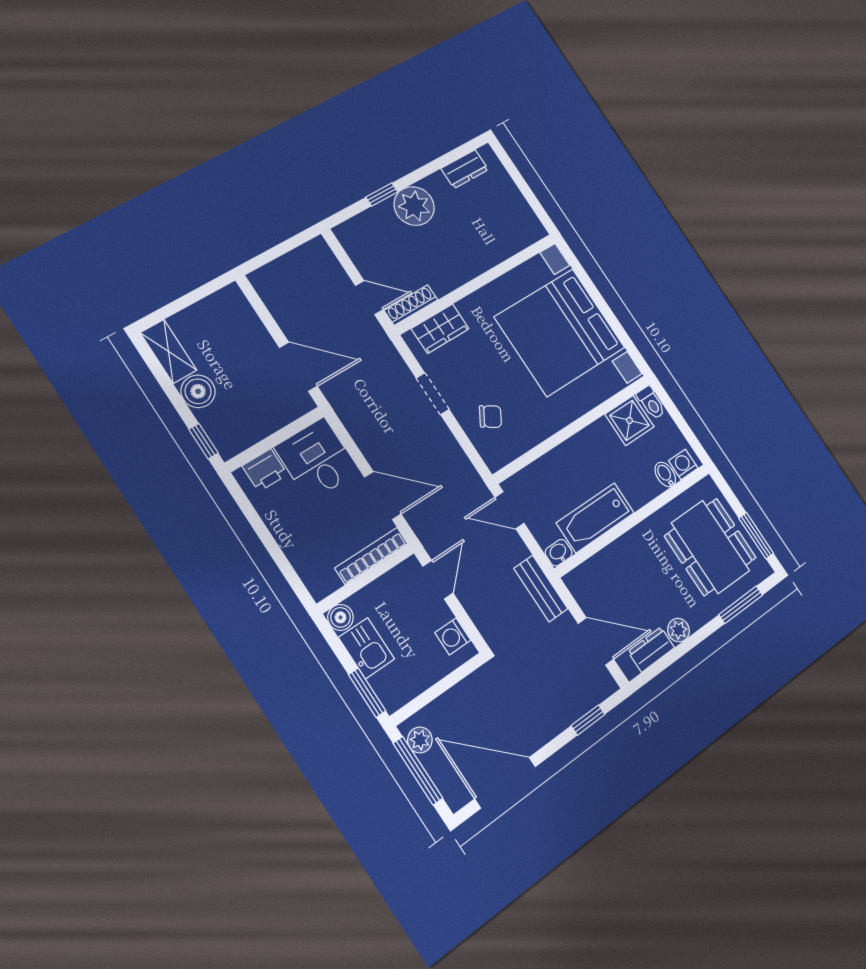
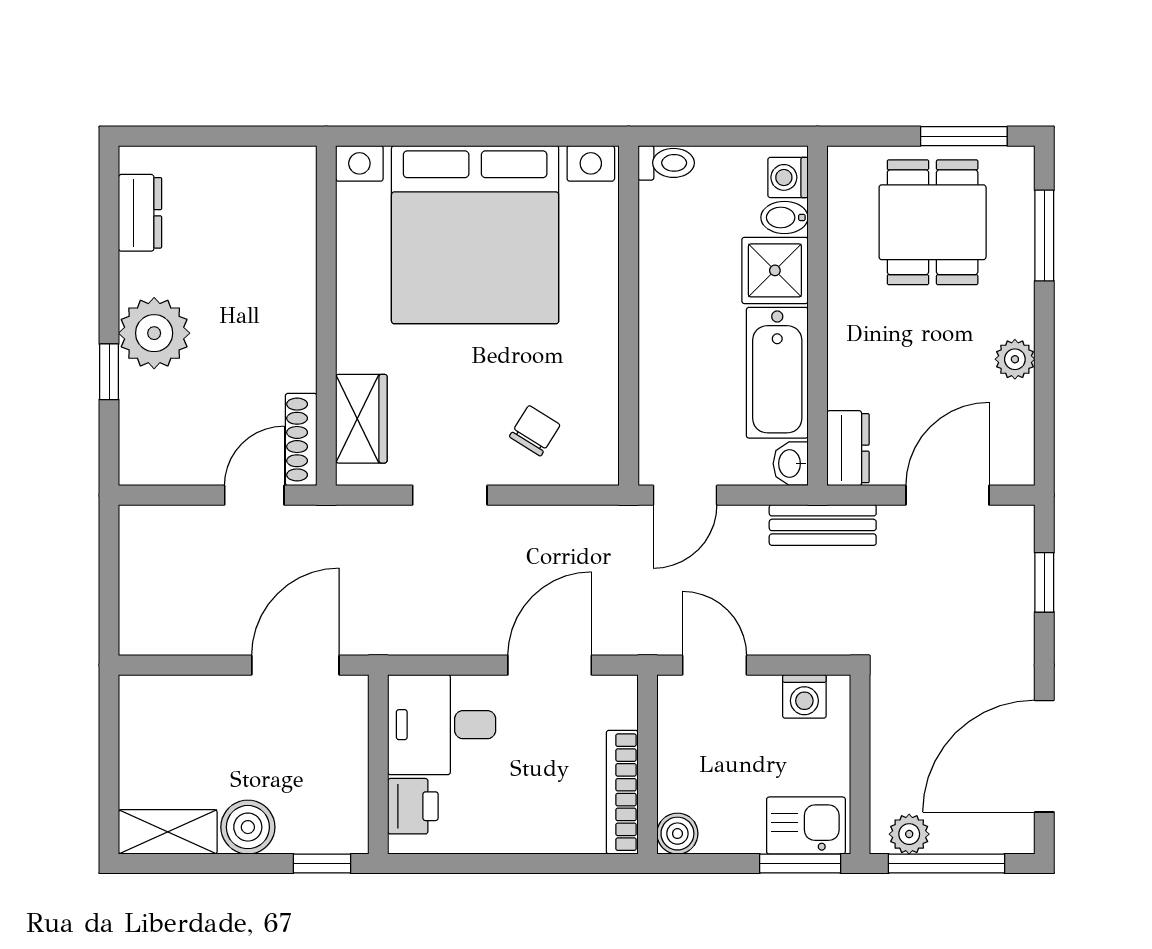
shower: (629, 420) -> (775, 270), moved
dining table: (710, 547) -> (933, 222), width x0.73
bookcase: (371, 556) -> (622, 792), moved
kitchen sink: (366, 648) -> (806, 826), moved
dresser: (651, 650) -> (848, 448), moved, turned 180

